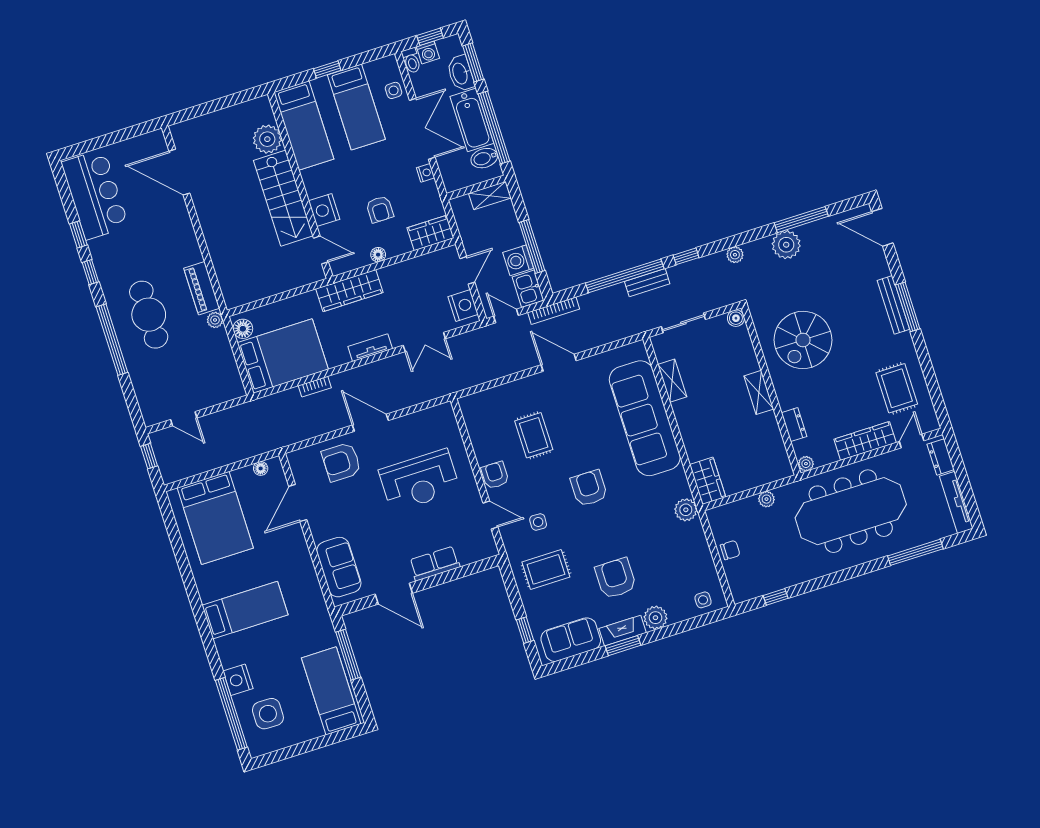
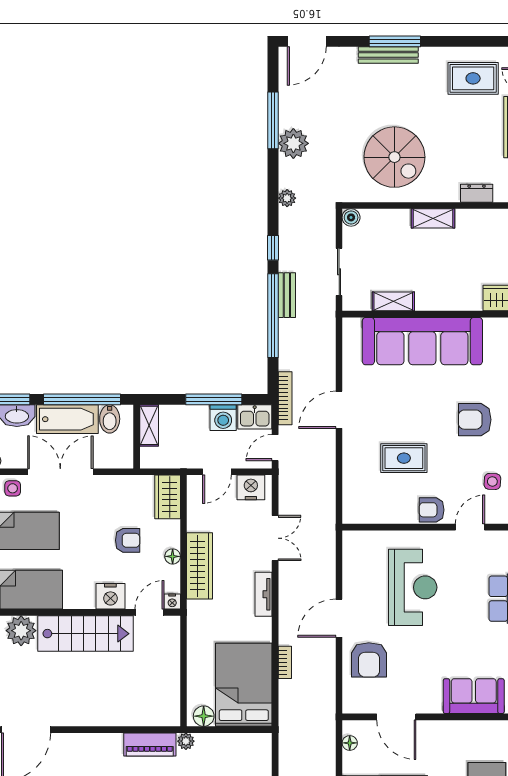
nightstand: (426, 173) -> (172, 602), moved, turned 180
door: (467, 270) -> (217, 472), swing flipped
wardrobe: (349, 291) -> (200, 566), moved

